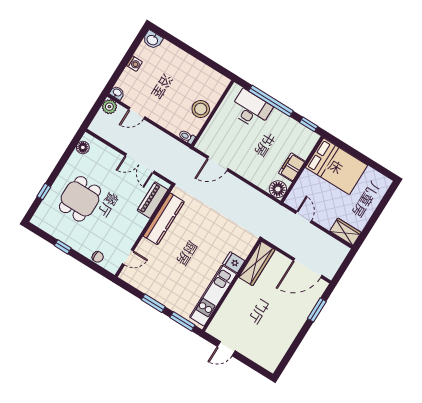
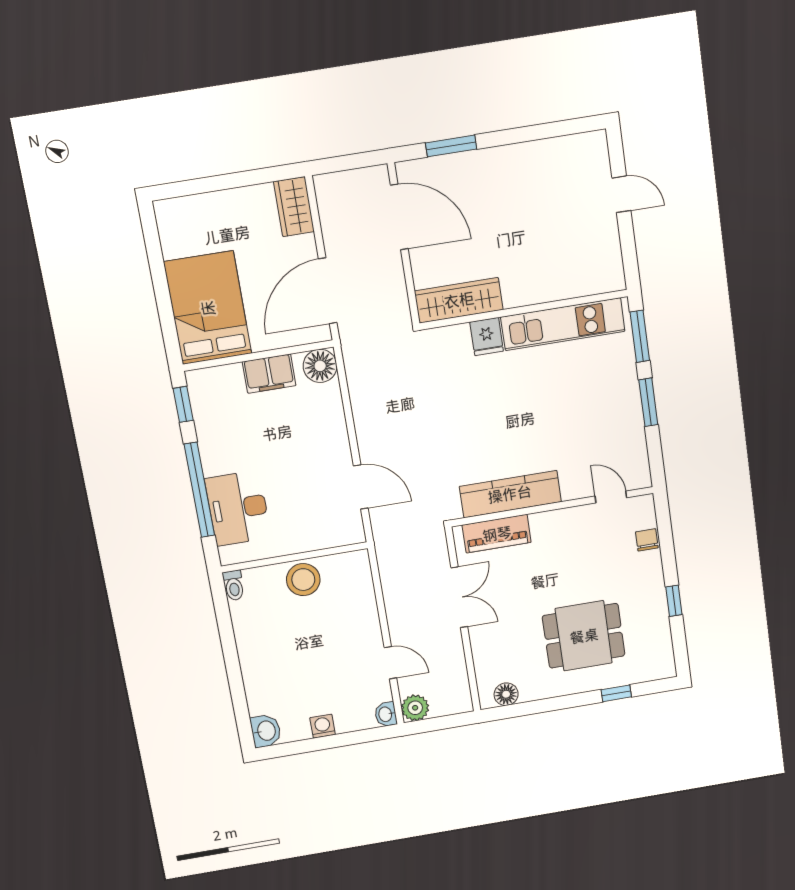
toilet: (187, 137) -> (234, 585), moved
door: (304, 217) -> (328, 291), width x1.87
door: (226, 349) -> (621, 194), moved

